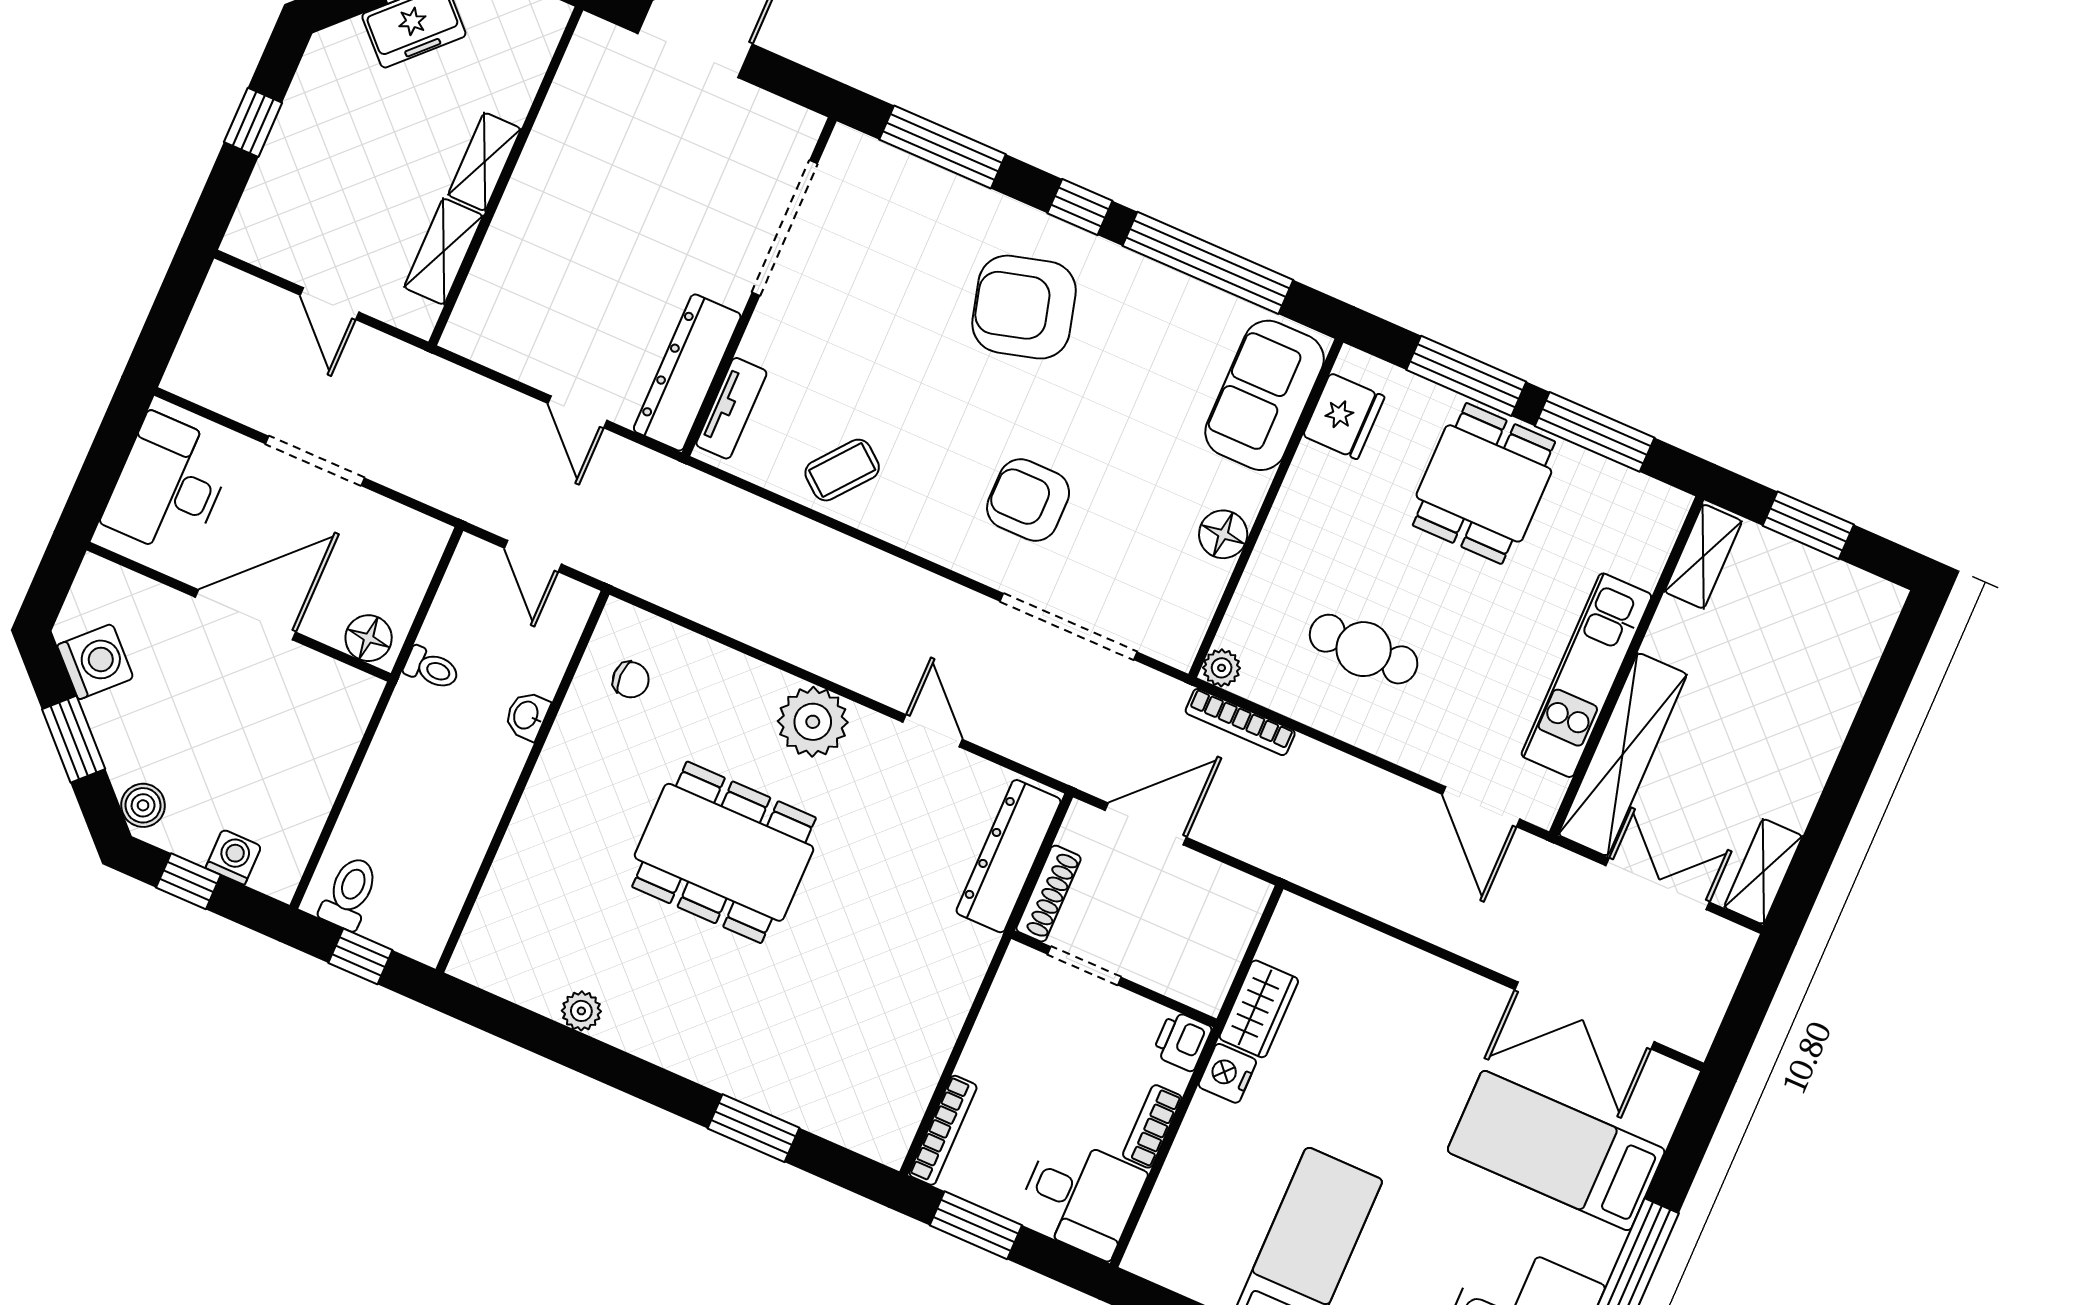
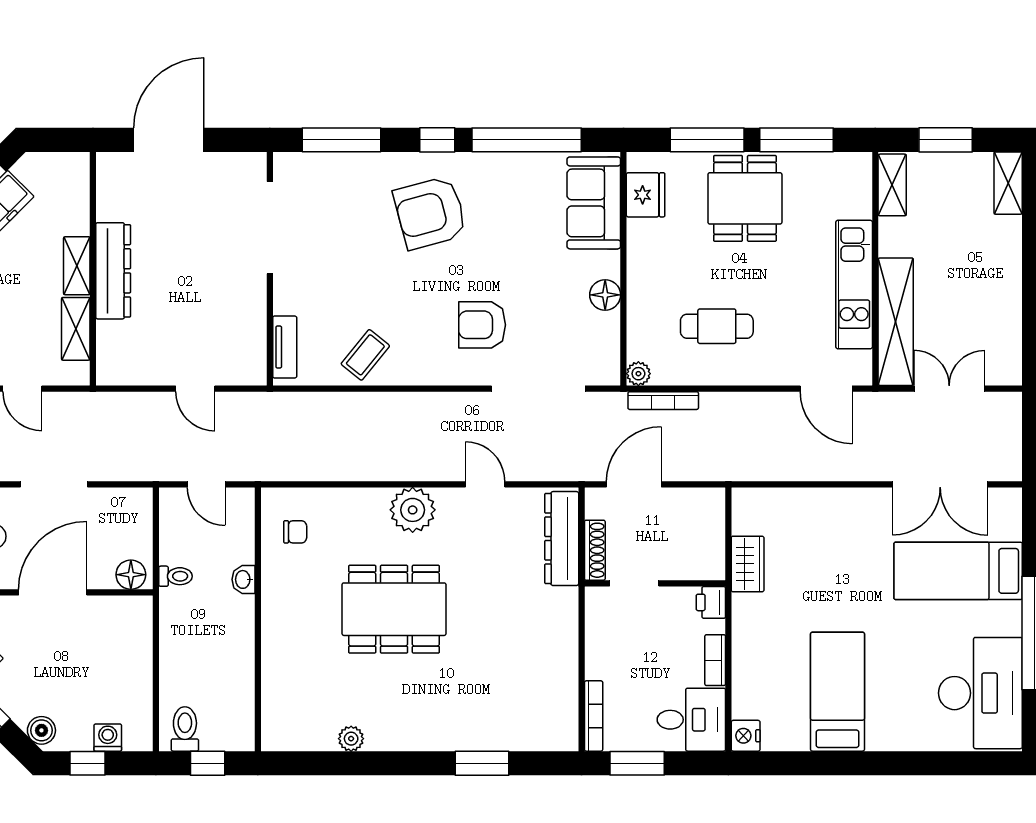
dresser: (687, 373) -> (113, 271), moved, turned 180
shelving: (1763, 872) -> (1008, 183), moved
nightstand: (1227, 1073) -> (746, 736), moved

